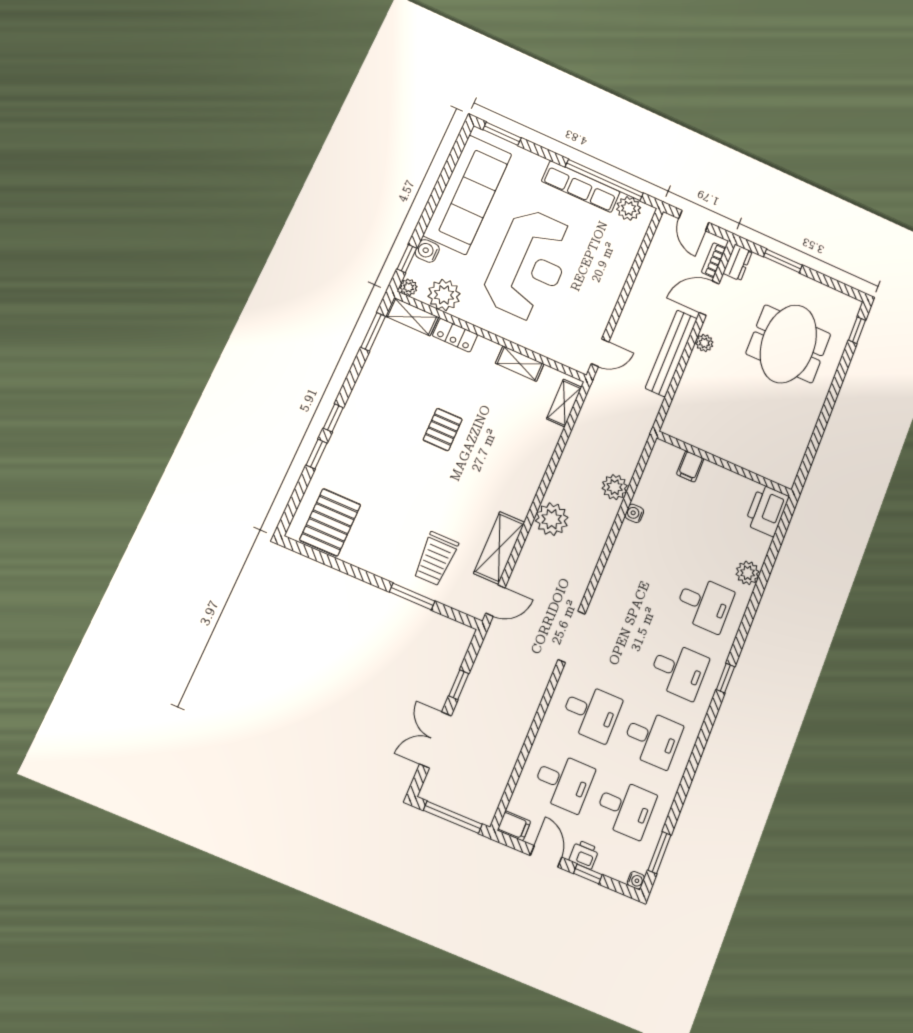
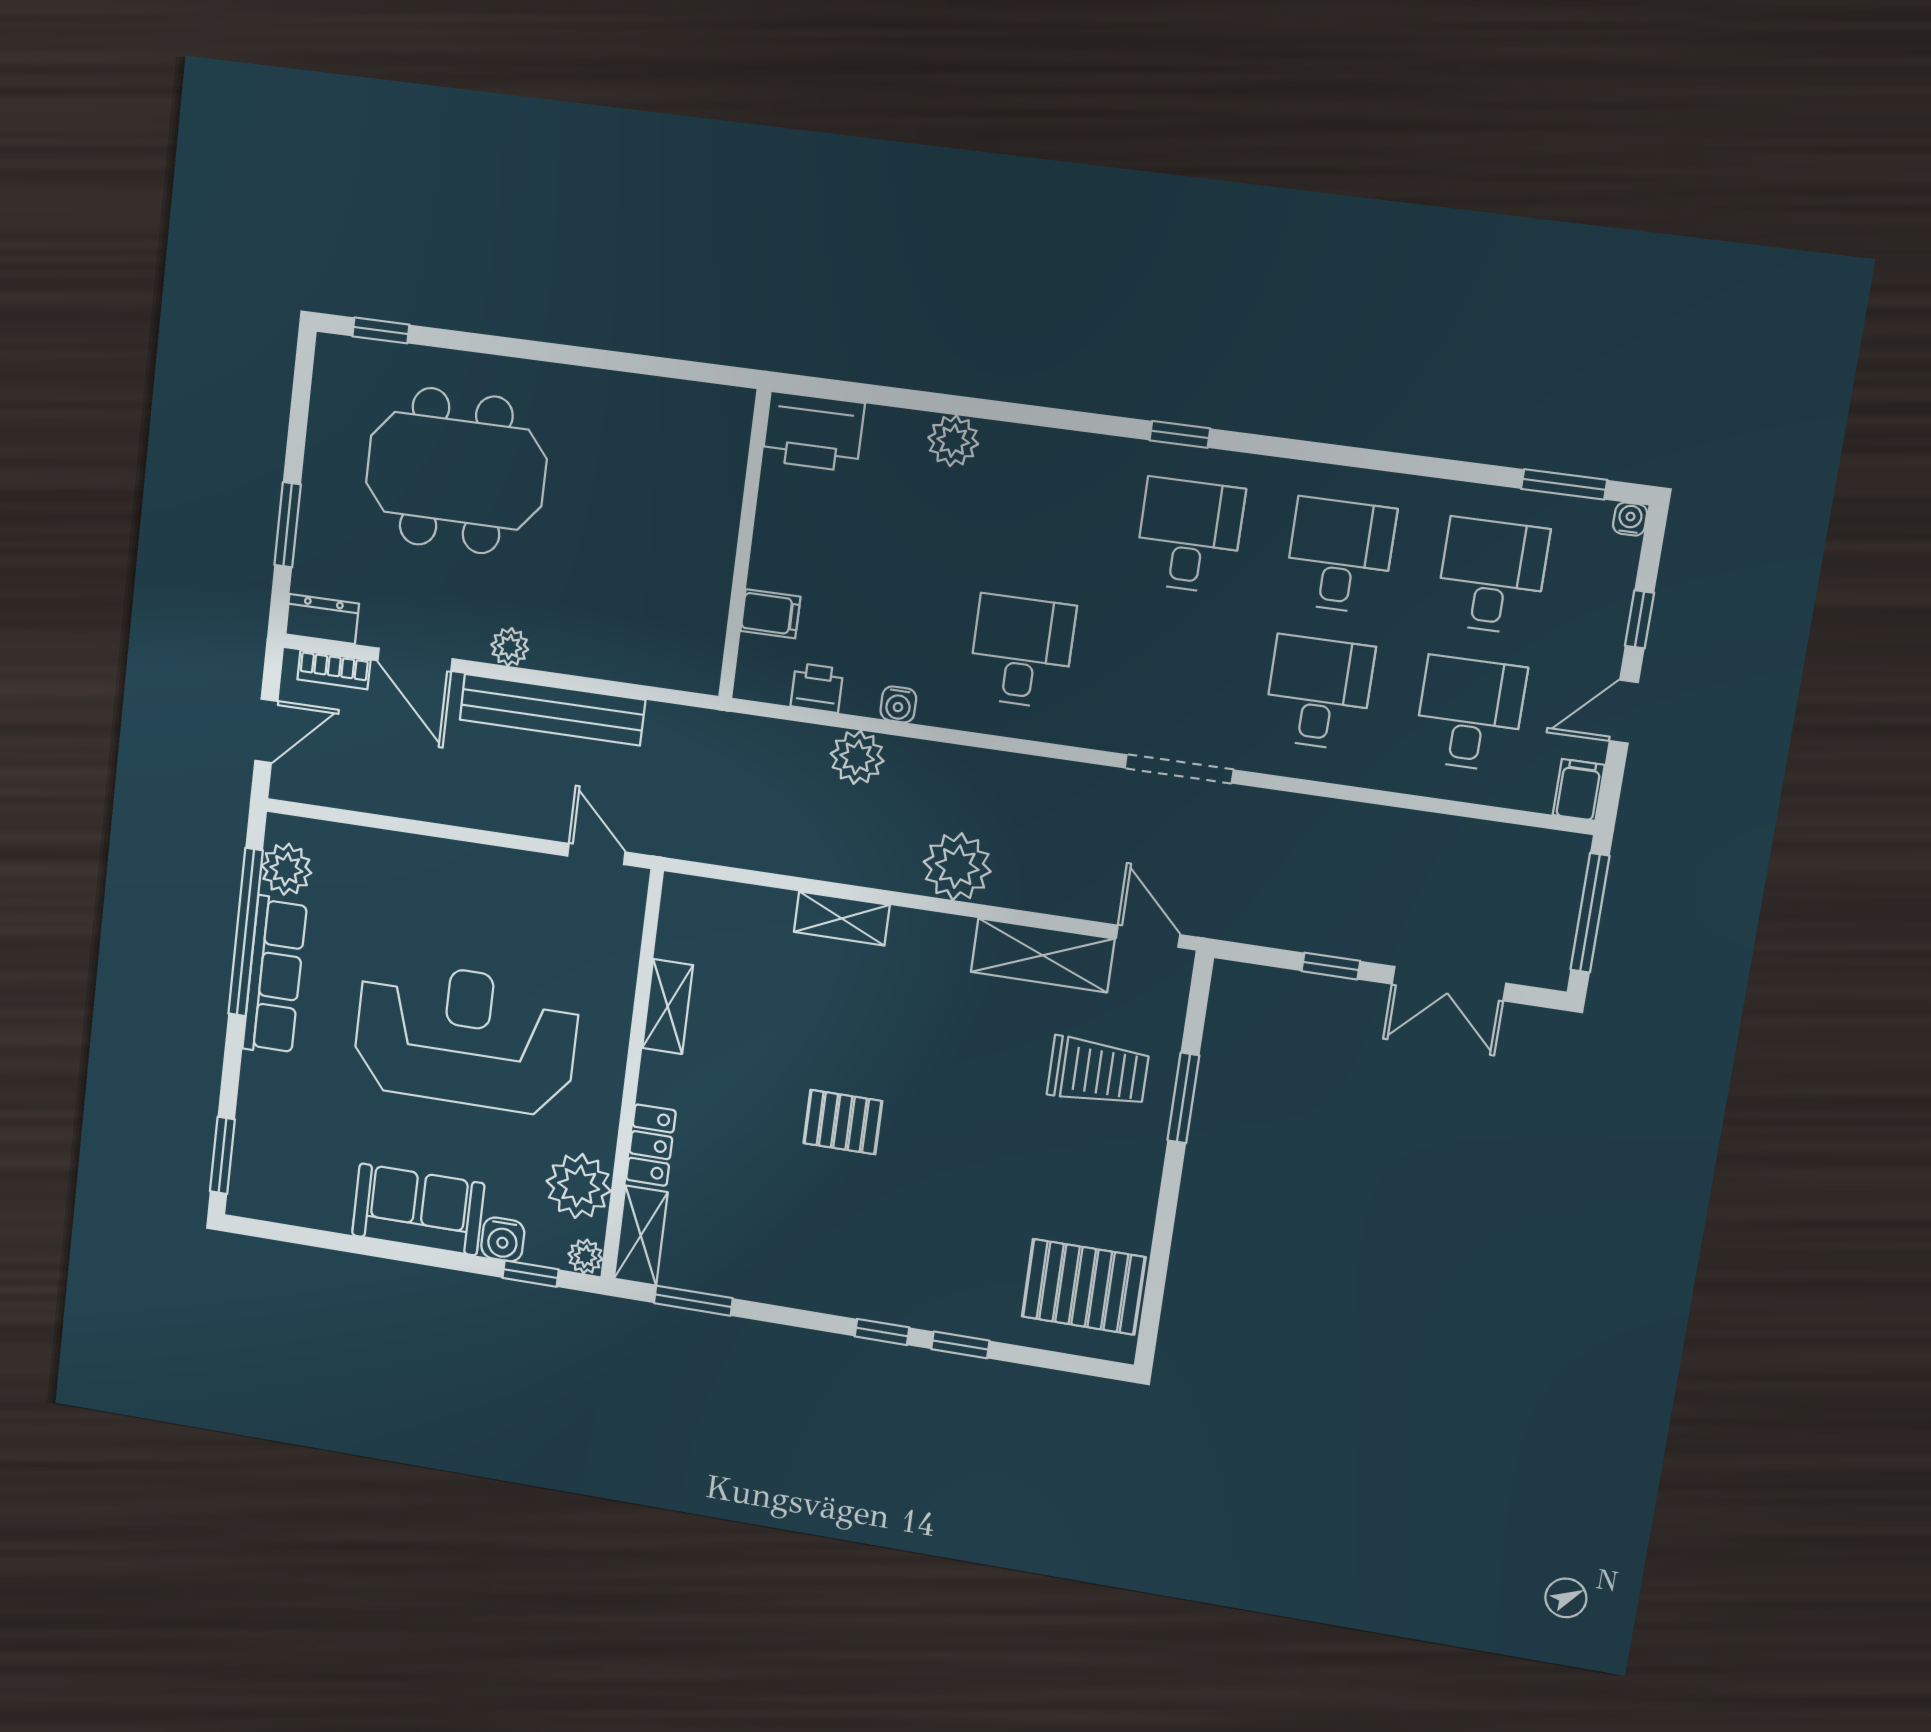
sofa: (468, 195) -> (418, 1209), width x0.54, depth x0.79
shelving: (564, 403) -> (842, 918), moved
desk: (704, 604) -> (1022, 651), moved
printer: (584, 854) -> (817, 688), moved, turned 90

